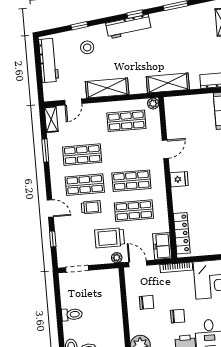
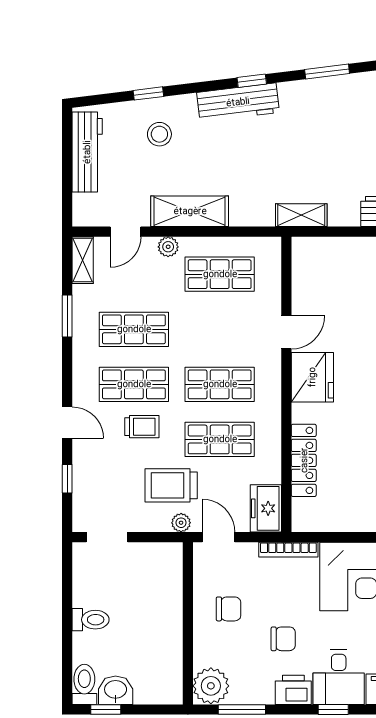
shelving: (168, 83) -> (301, 215), width x0.67, depth x0.75
plant: (153, 104) -> (168, 247), moved
fridge: (179, 179) -> (312, 377), width x1.88, depth x1.34
locker: (182, 233) -> (304, 460), moved

